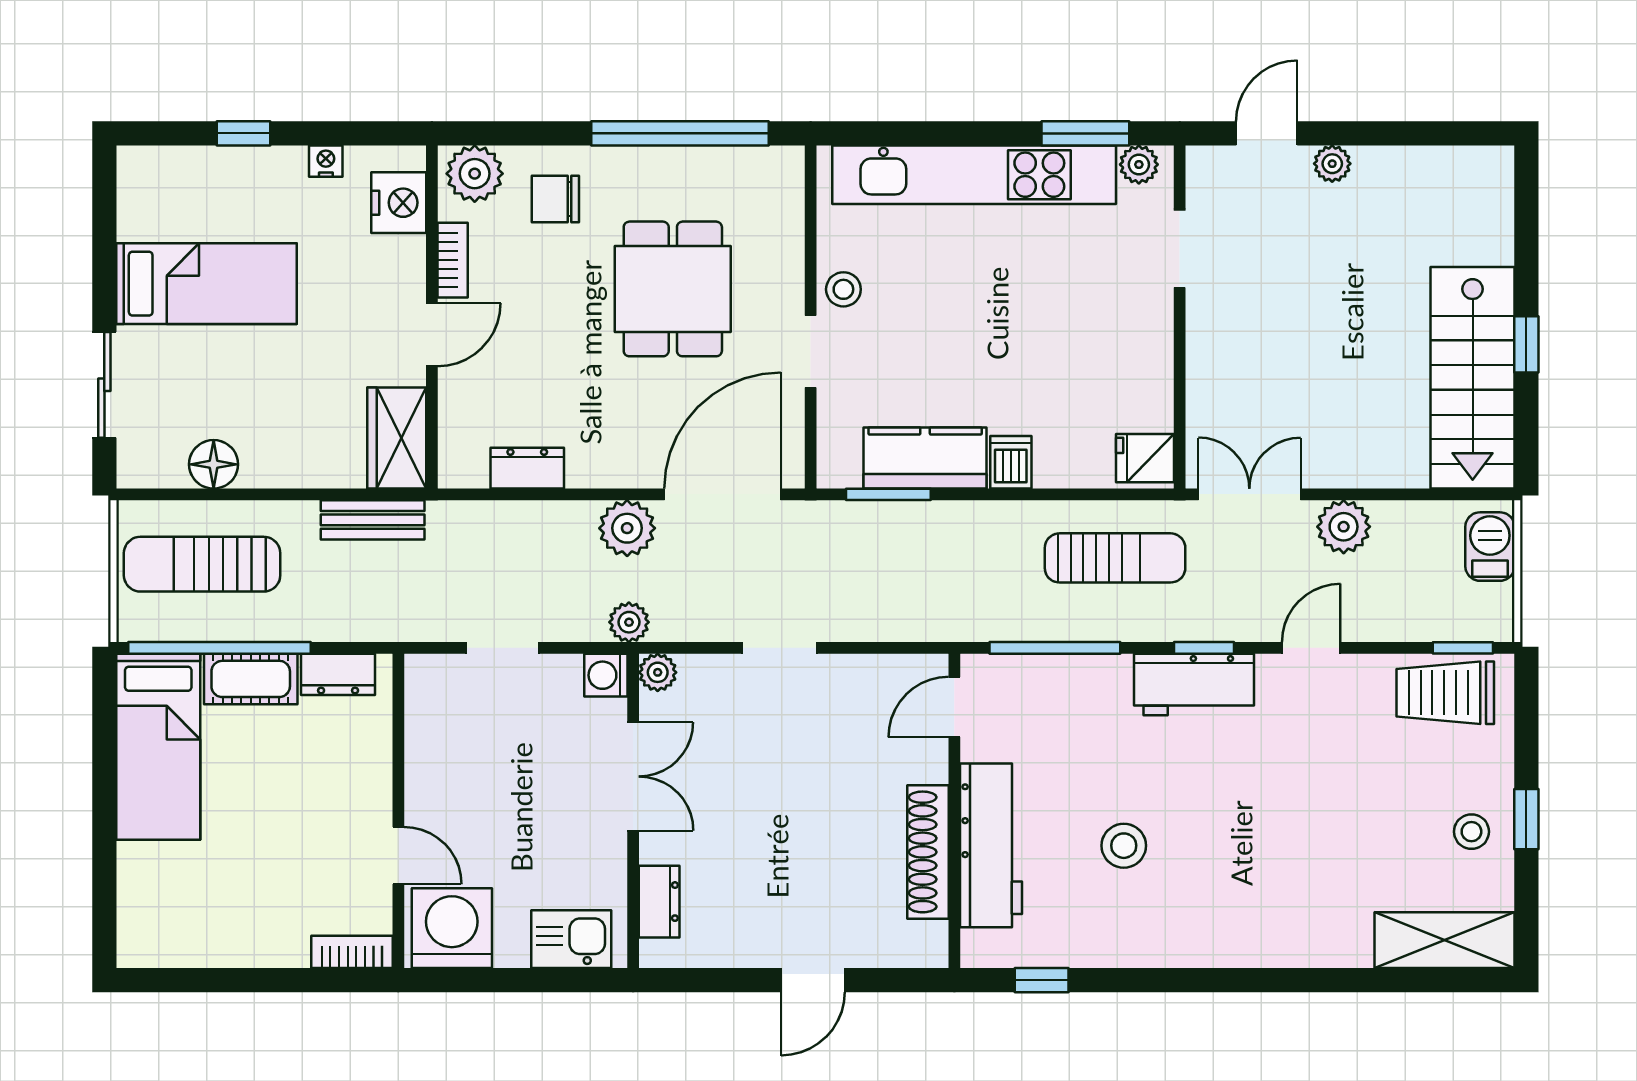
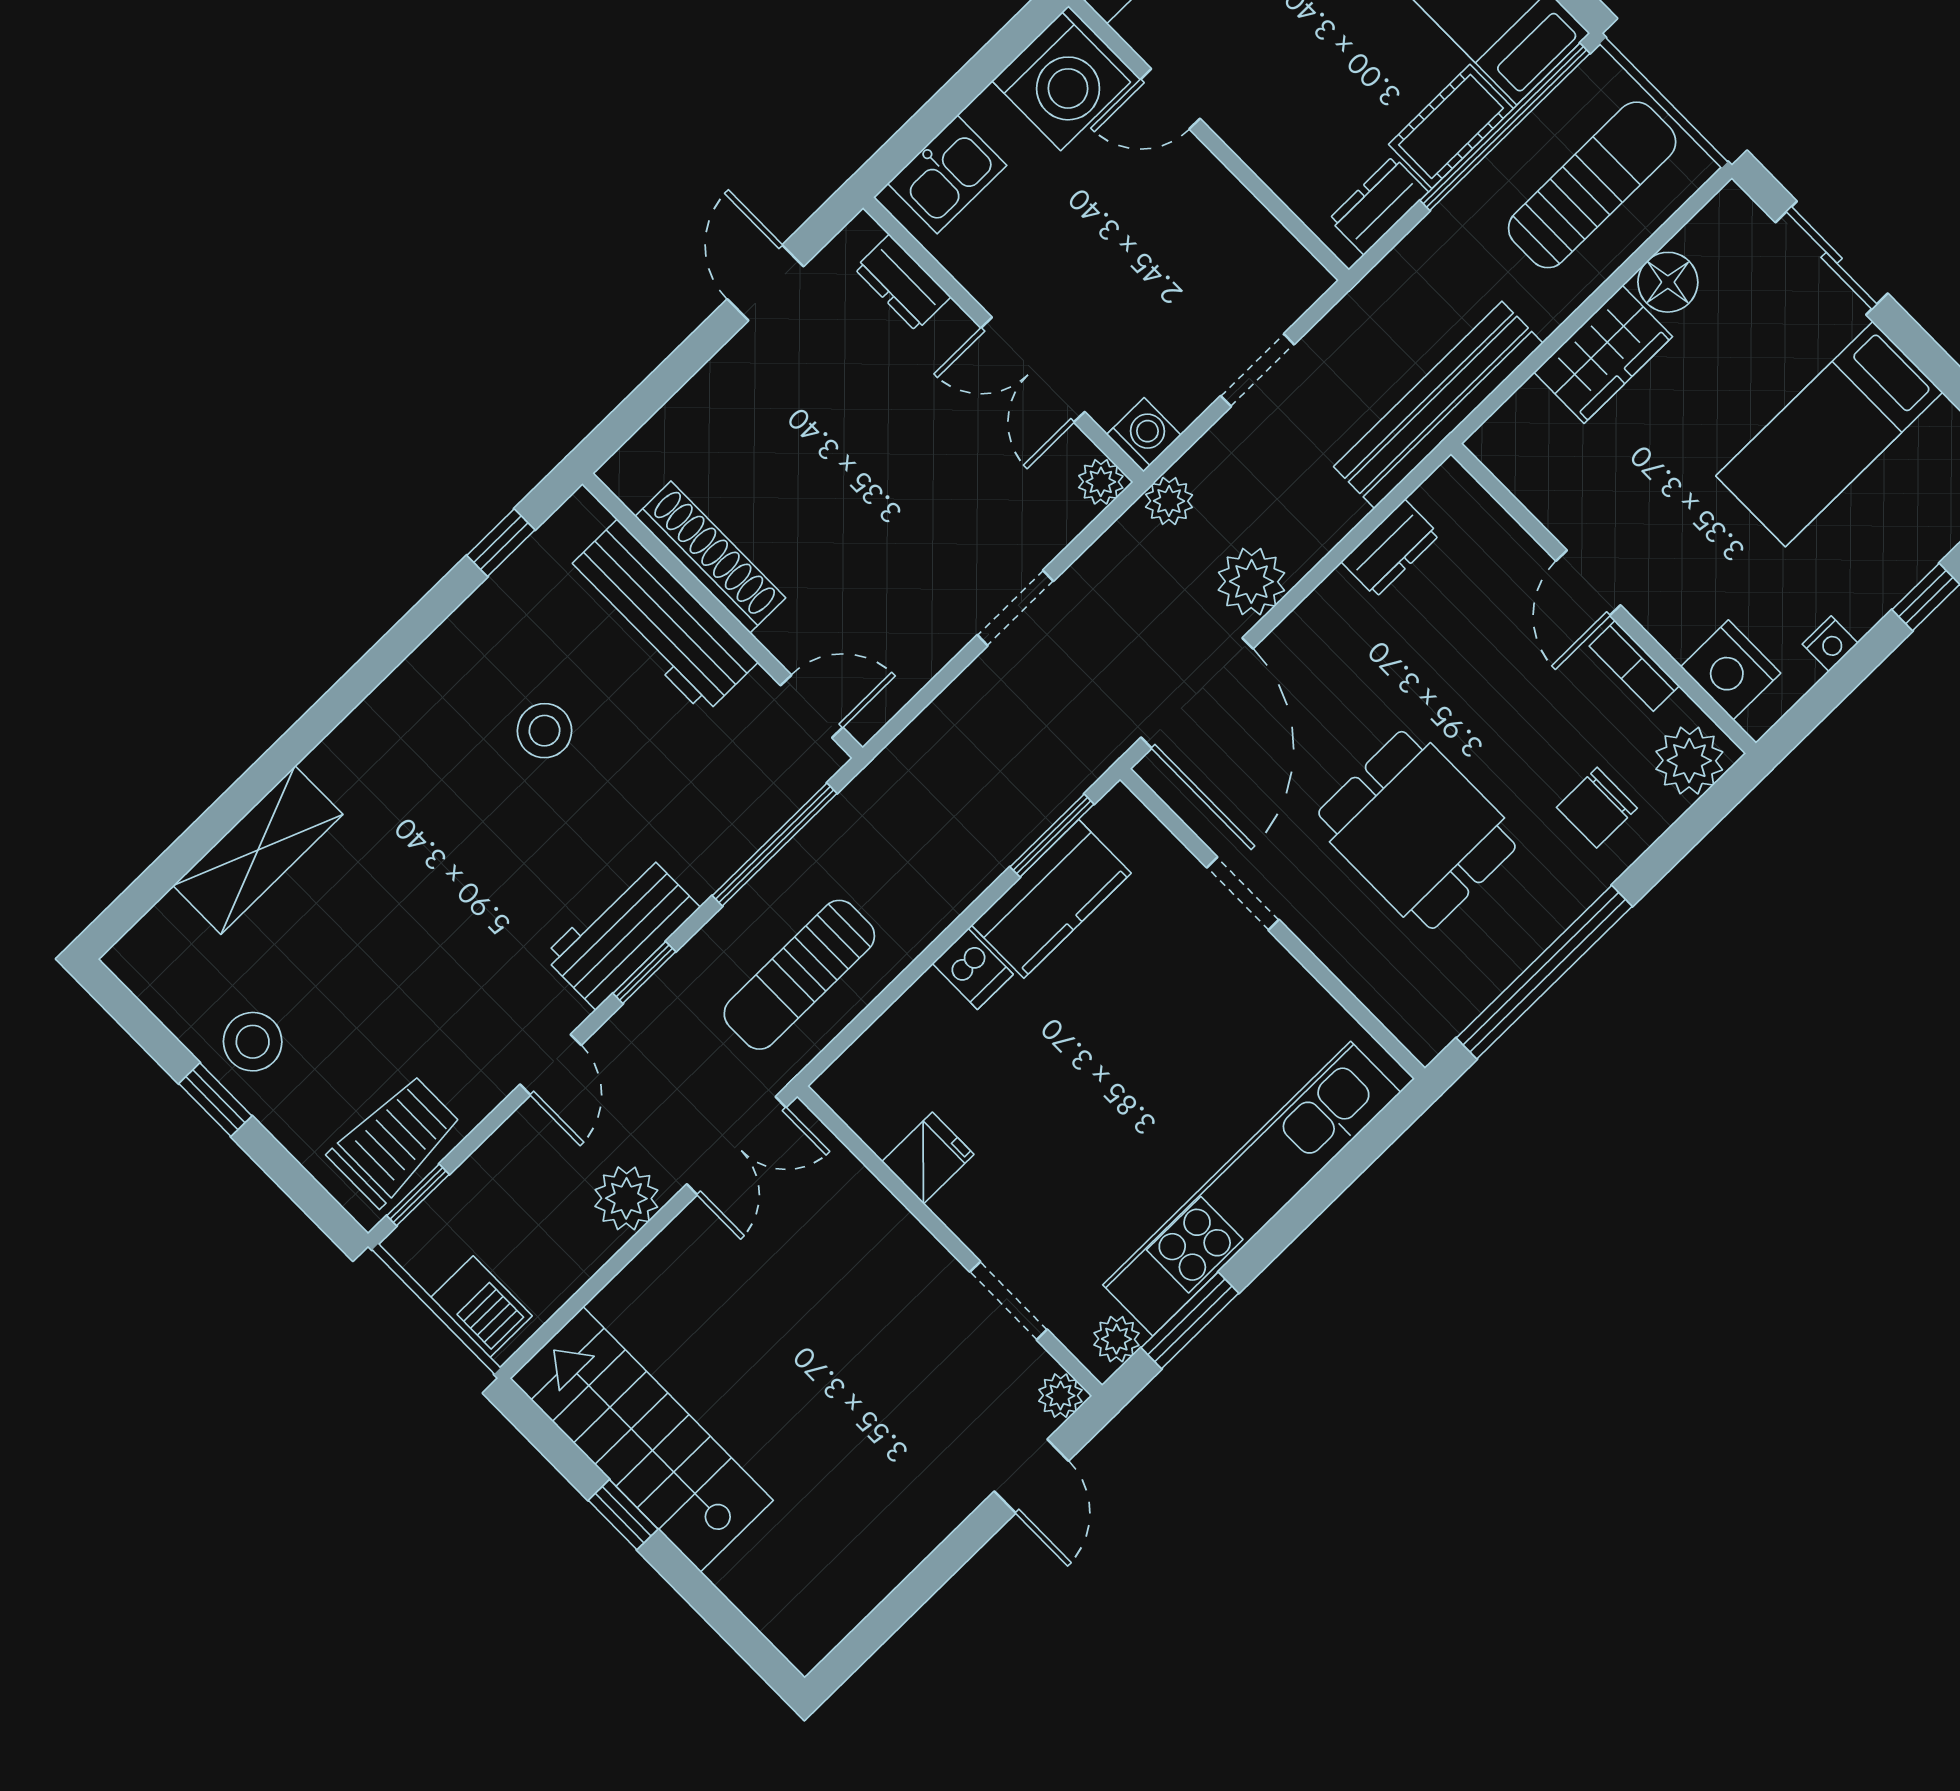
plant: (1332, 164) -> (1060, 1396), moved
chair: (555, 199) -> (1597, 808), turned 180
stool: (843, 289) -> (1267, 976), removed
wardrobe: (397, 438) -> (1603, 354), moved, turned 90
fridge: (1145, 458) -> (928, 1158), moved
bench: (373, 520) -> (1438, 405), width x1.86, depth x1.21
door: (954, 707) -> (812, 706), hinge flipped
stool: (1471, 832) -> (253, 1042), width x1.37, depth x1.37
shelving: (1444, 940) -> (258, 850), moved
door: (813, 980) -> (765, 283), moved

